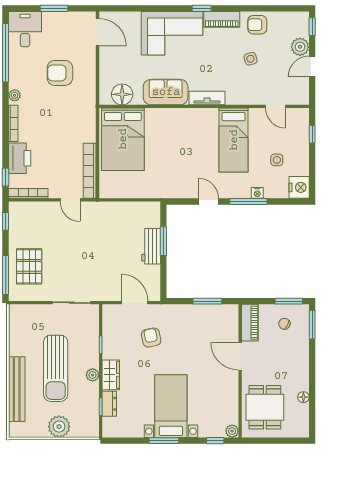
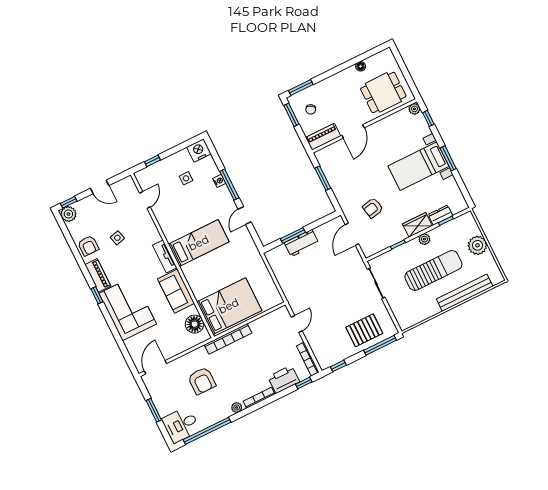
plant: (300, 47) -> (68, 214), moved
bed: (234, 140) -> (199, 243), moved
bookcase: (90, 171) -> (228, 339), moved

